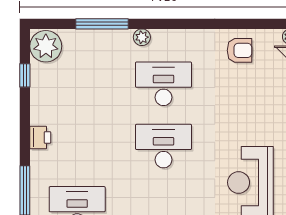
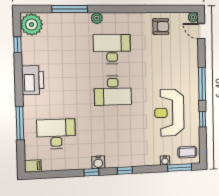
printer: (40, 137) -> (33, 80), width x1.87, depth x1.48
desk: (163, 146) -> (113, 91), turned 180

